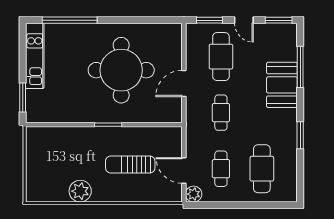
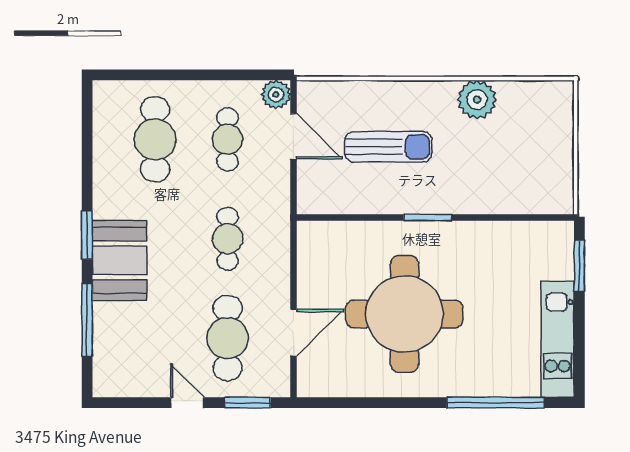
window: (279, 20) -> (126, 403), removed
door: (184, 83) -> (293, 333), moved
booth: (282, 85) -> (119, 260), moved
window: (300, 135) -> (87, 235), moved

